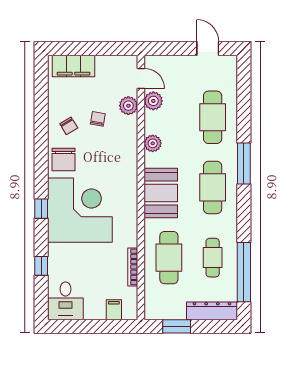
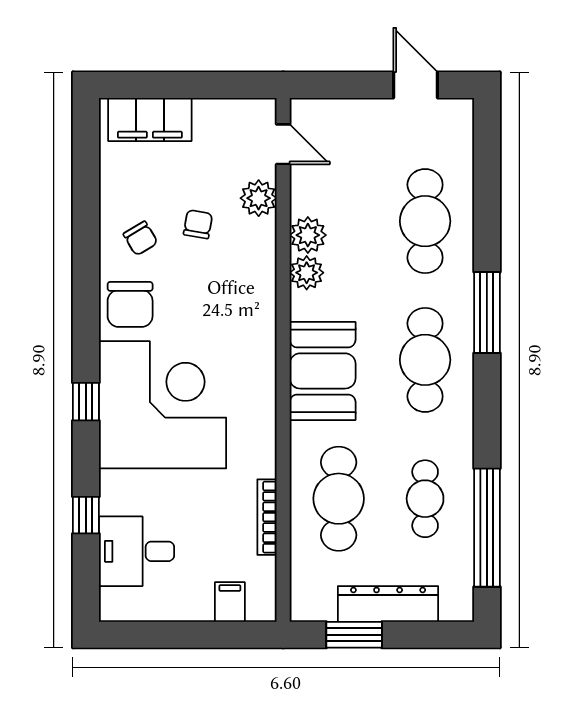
plant: (153, 101) -> (308, 235), moved
desk: (66, 301) -> (137, 551), moved, turned 90
dresser: (212, 311) -> (388, 604), moved

